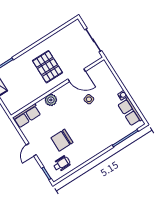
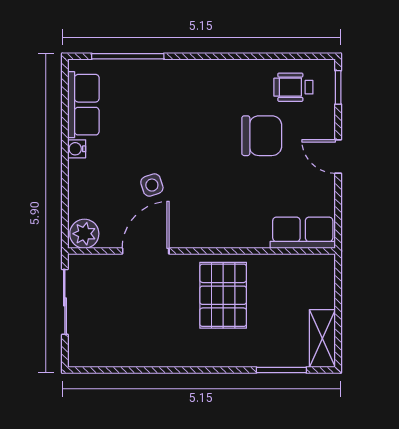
pallet: (48, 67) -> (223, 295), moved
door: (77, 75) -> (146, 251), hinge flipped
plant: (51, 100) -> (84, 234), moved
door: (31, 150) -> (338, 156), swing flipped

